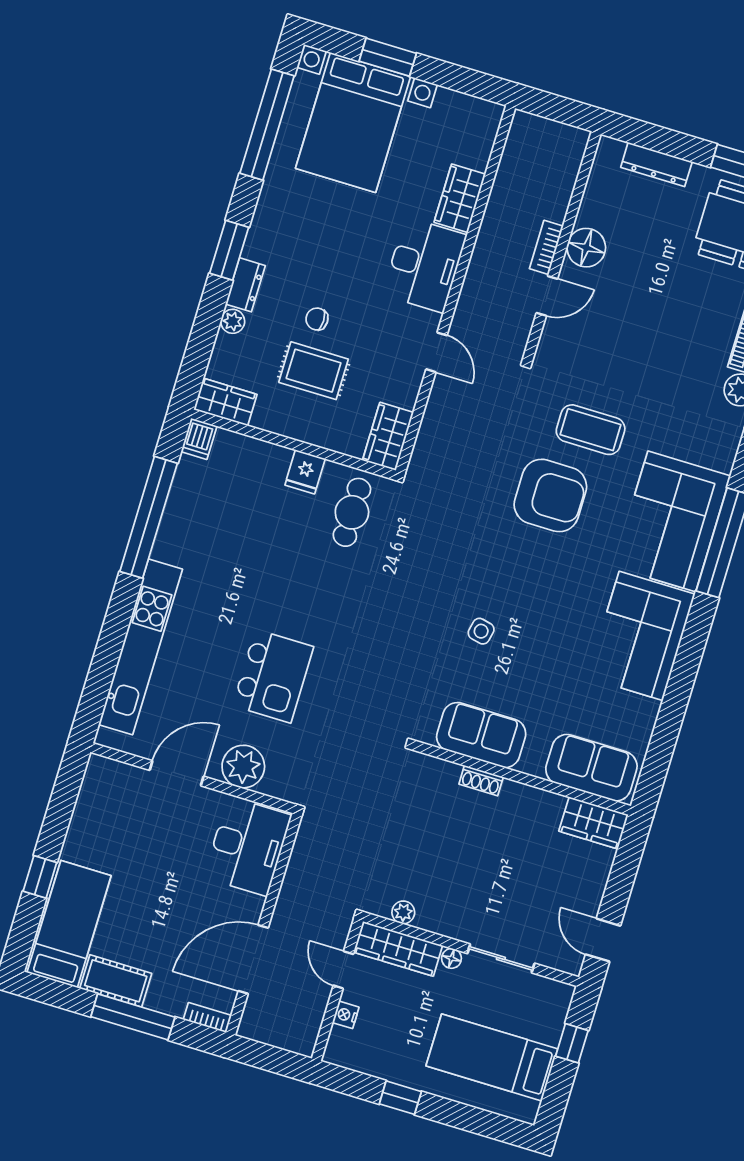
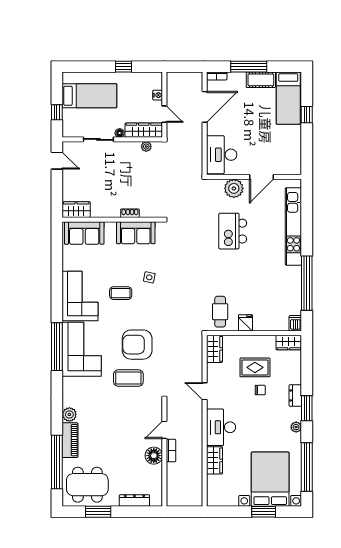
plant: (233, 321) -> (296, 427), moved
coffee table: (552, 616) -> (121, 293), added

